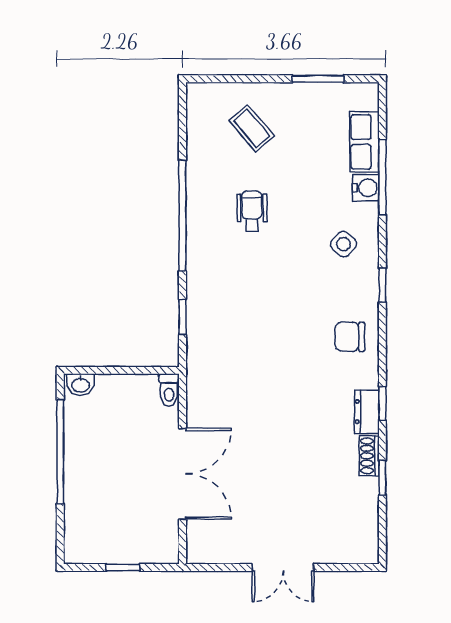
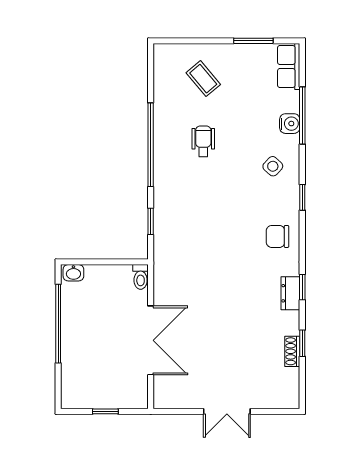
row of seats: (364, 142) -> (289, 67), moved
shoe rack: (369, 456) -> (292, 351), moved

